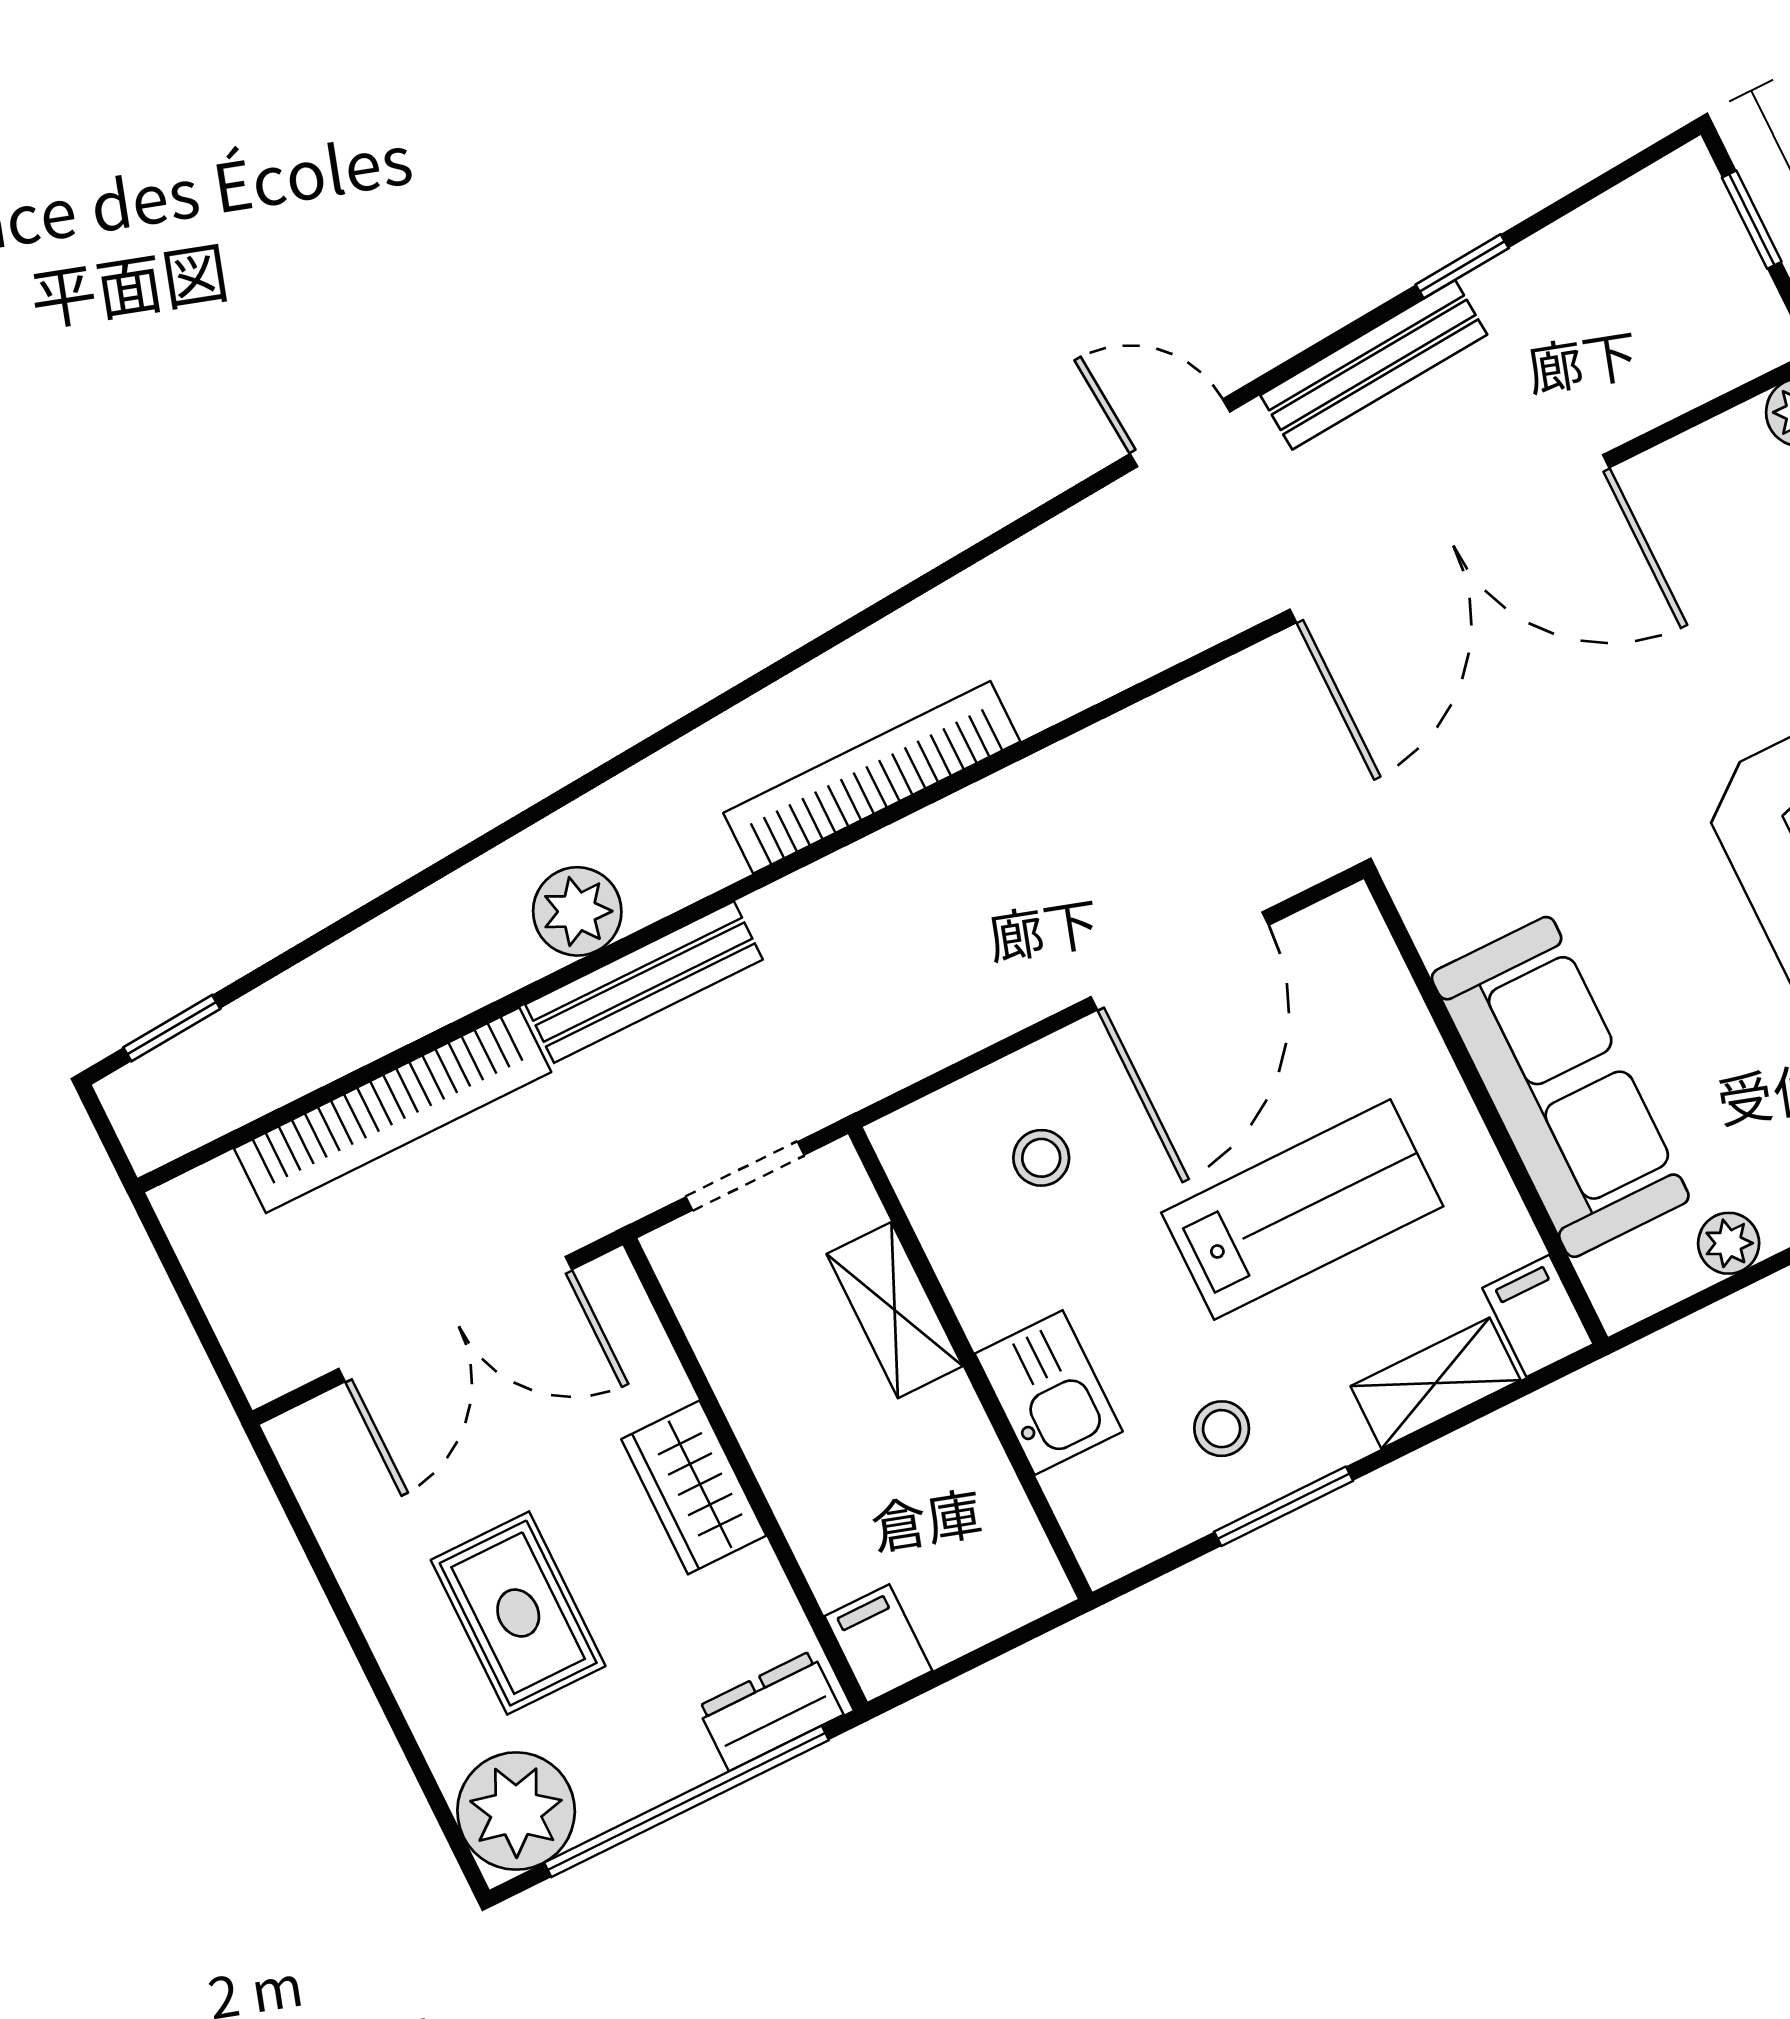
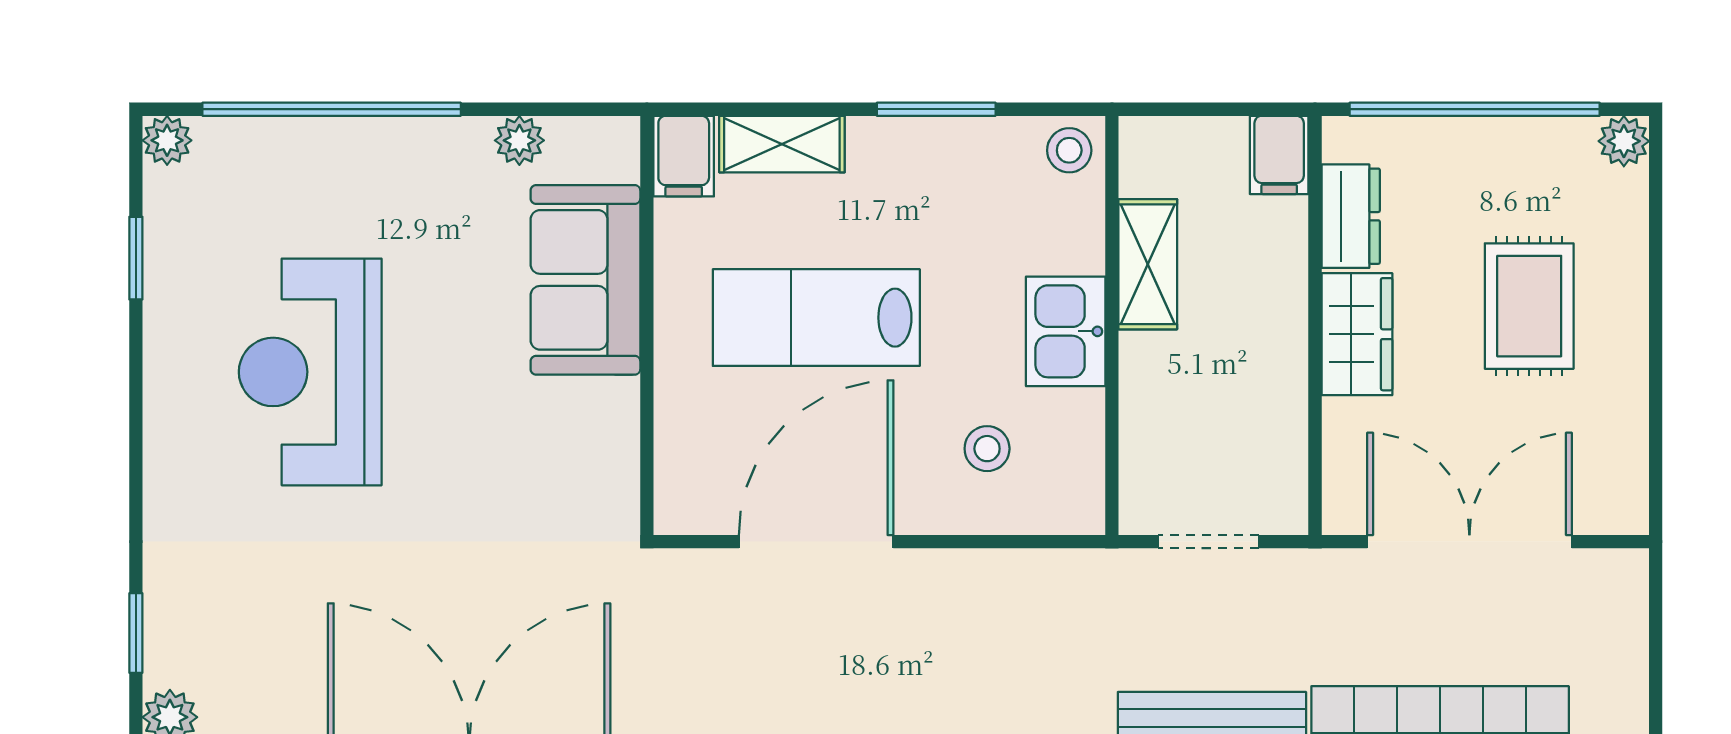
sofa: (1560, 1087) -> (585, 280), width x0.73
shelving: (895, 1310) -> (1148, 264), moved
kitchen sink: (1049, 1393) -> (1066, 331), moved
stool: (1222, 1429) -> (1069, 150), moved
dresser: (770, 1711) -> (1351, 216), moved, turned -90
plant: (516, 1811) -> (1624, 141), width x0.53, depth x0.53

